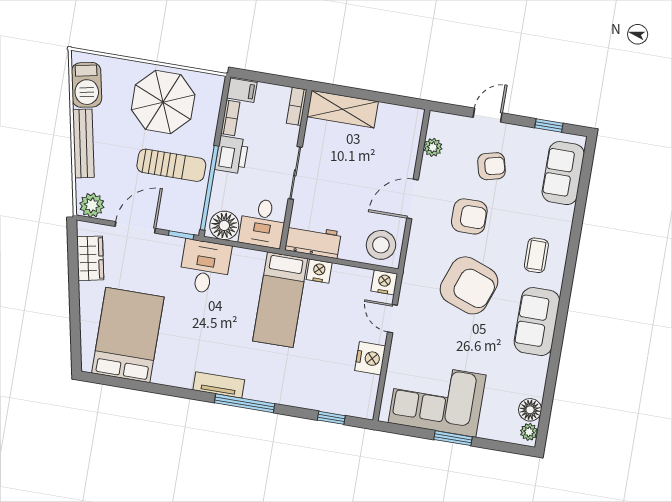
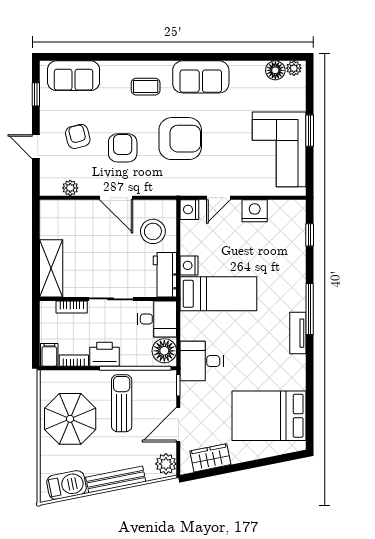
bookcase: (297, 106) -> (72, 307), moved
door: (135, 227) -> (178, 425), hinge flipped
stool: (381, 245) -> (153, 231), moved
armchair: (469, 285) -> (180, 139), turned 70

